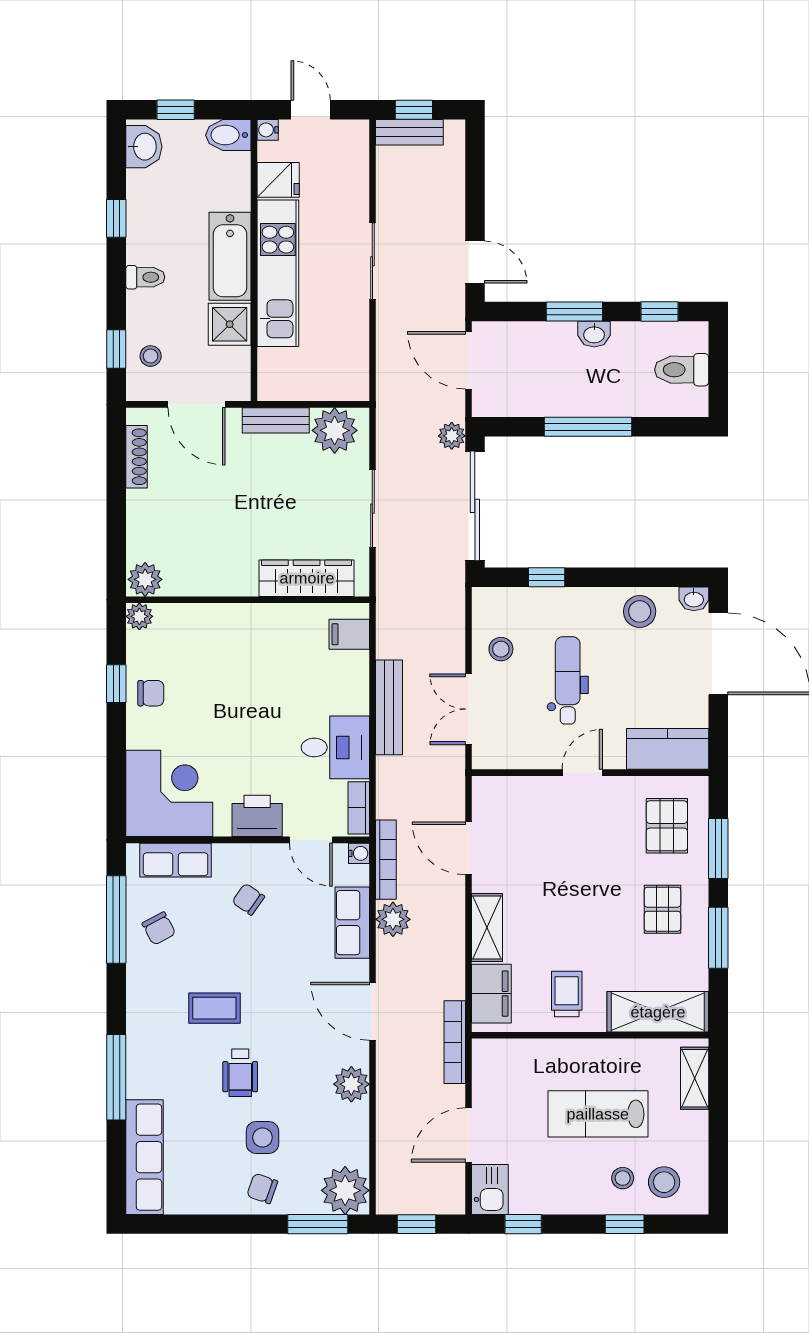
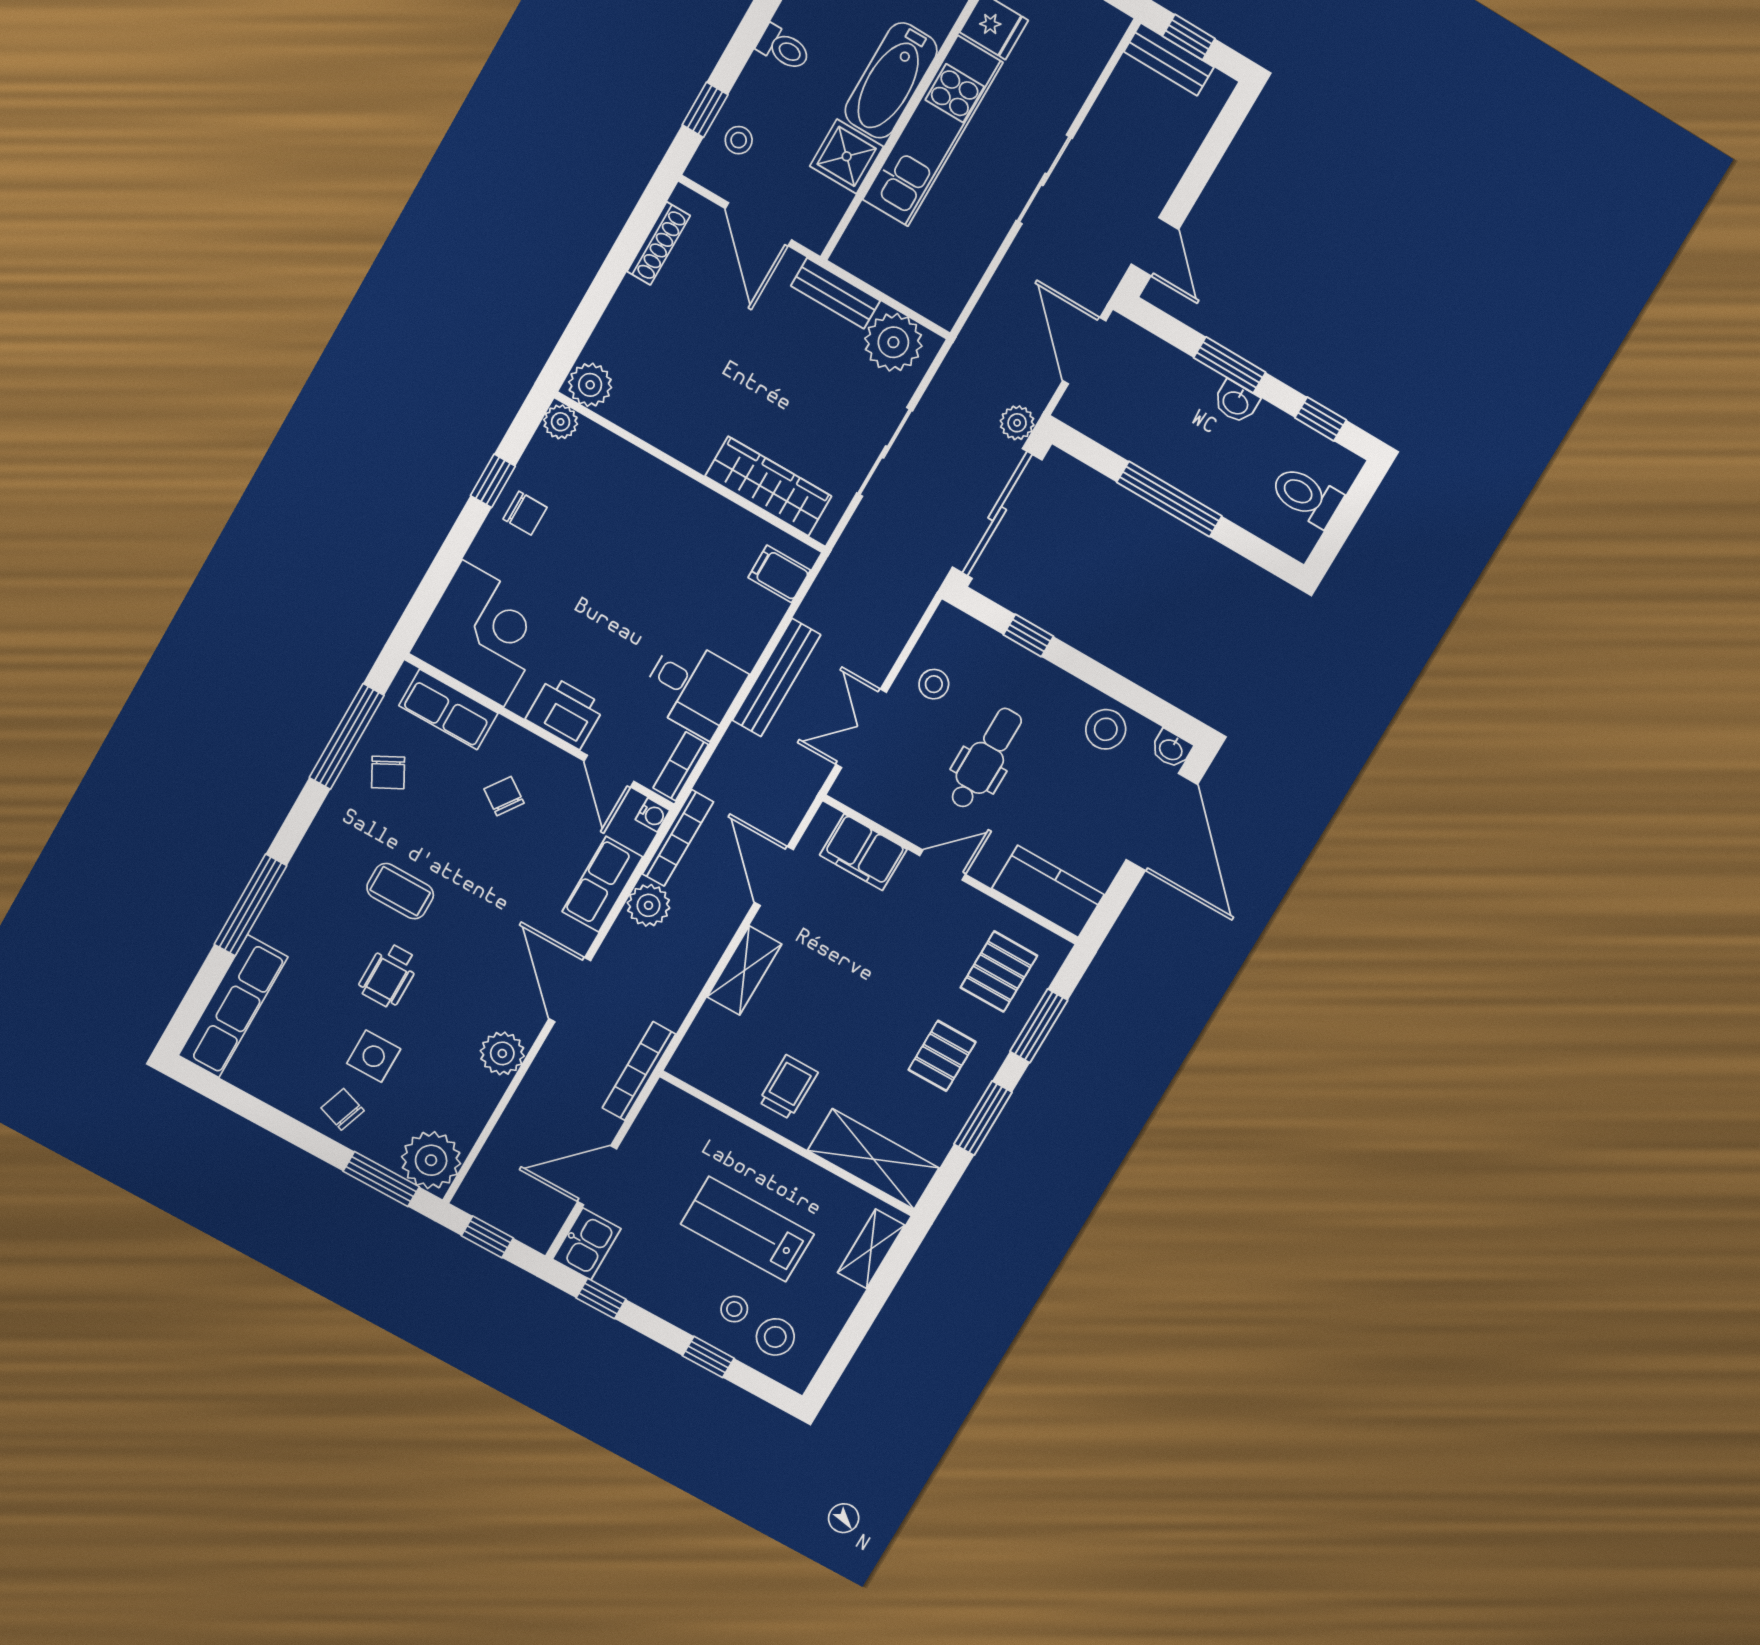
filing cabinet: (491, 994) -> (863, 852), moved, turned 90

